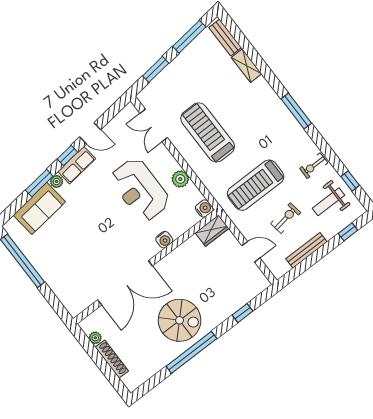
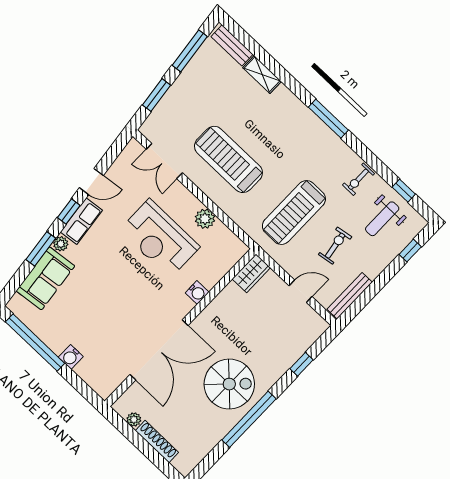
water cooler: (204, 208) -> (71, 357), moved, turned 180
bench: (306, 250) -> (350, 296), moved

